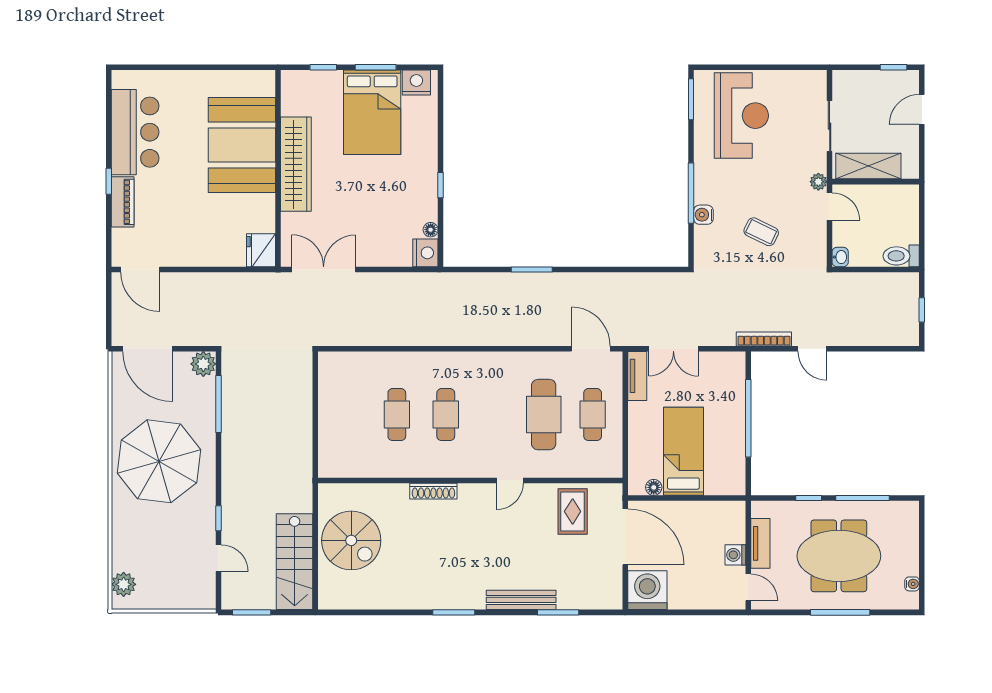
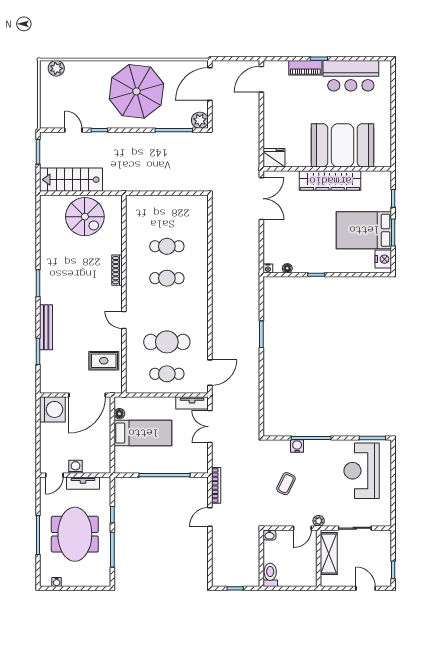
reception desk: (741, 116) -> (362, 471), turned 90
nightstand: (425, 253) -> (268, 269), width x0.53, depth x0.56
spiral stairs: (351, 540) -> (85, 217), turned -90
door: (219, 558) -> (73, 130), swing flipped

